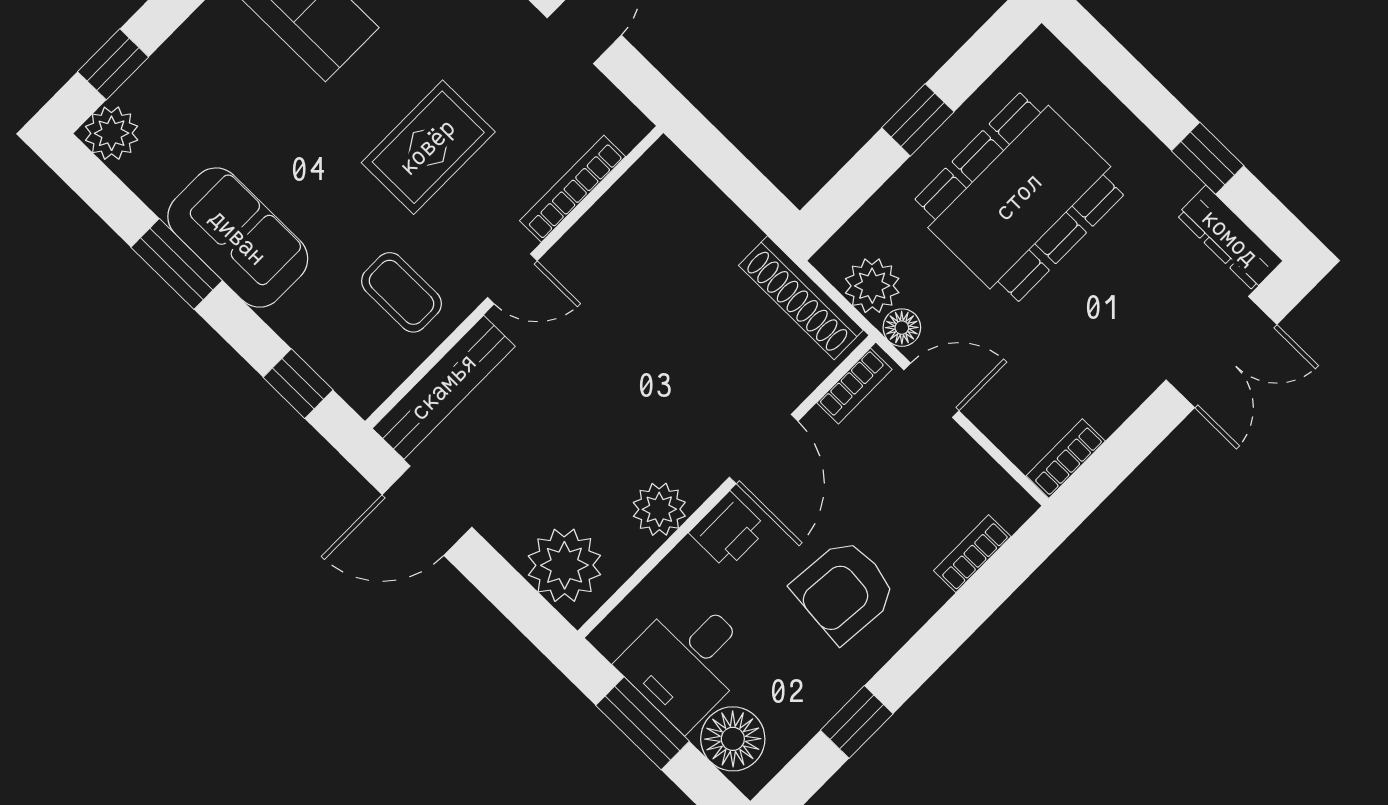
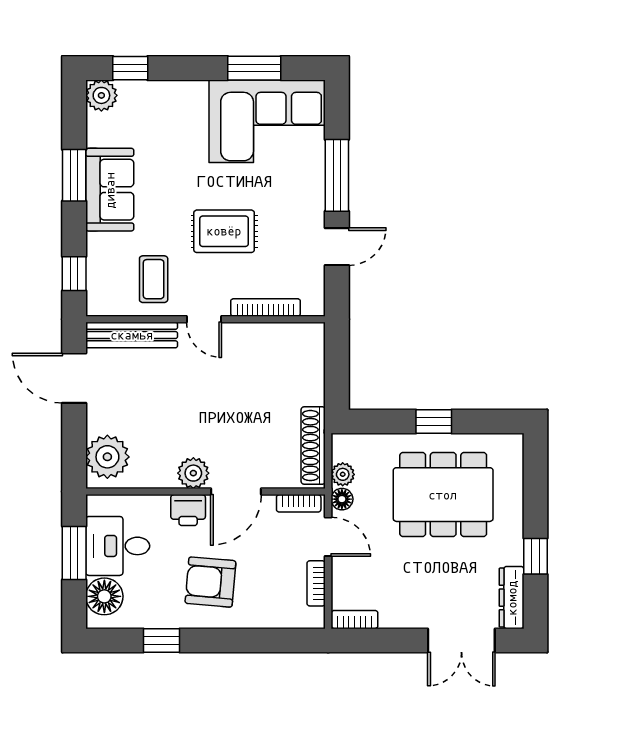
plant: (872, 286) -> (343, 474), width x0.73, depth x0.73
plant: (659, 509) -> (193, 473), moved
bookcase: (972, 554) -> (316, 583), moved, turned -90

